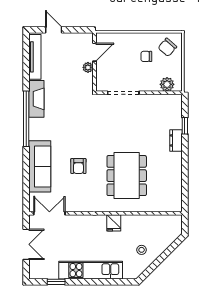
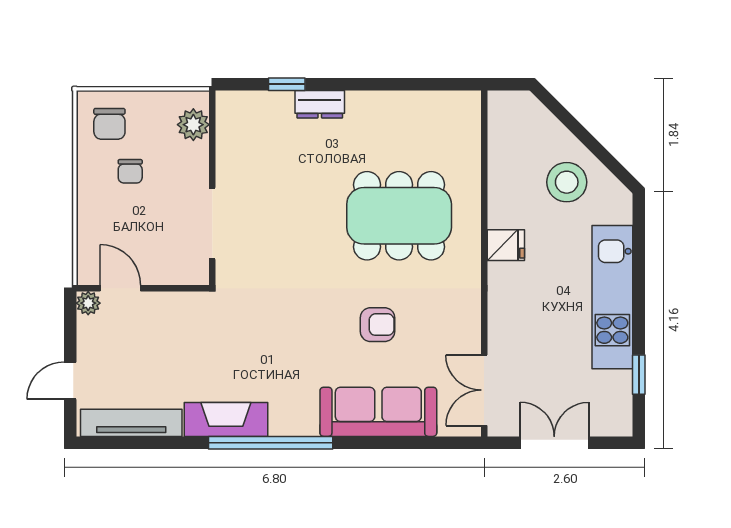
chair: (167, 47) -> (109, 124), turned 49
plant: (88, 67) -> (88, 303), moved
stool: (142, 250) -> (567, 182), width x1.89, depth x1.89

